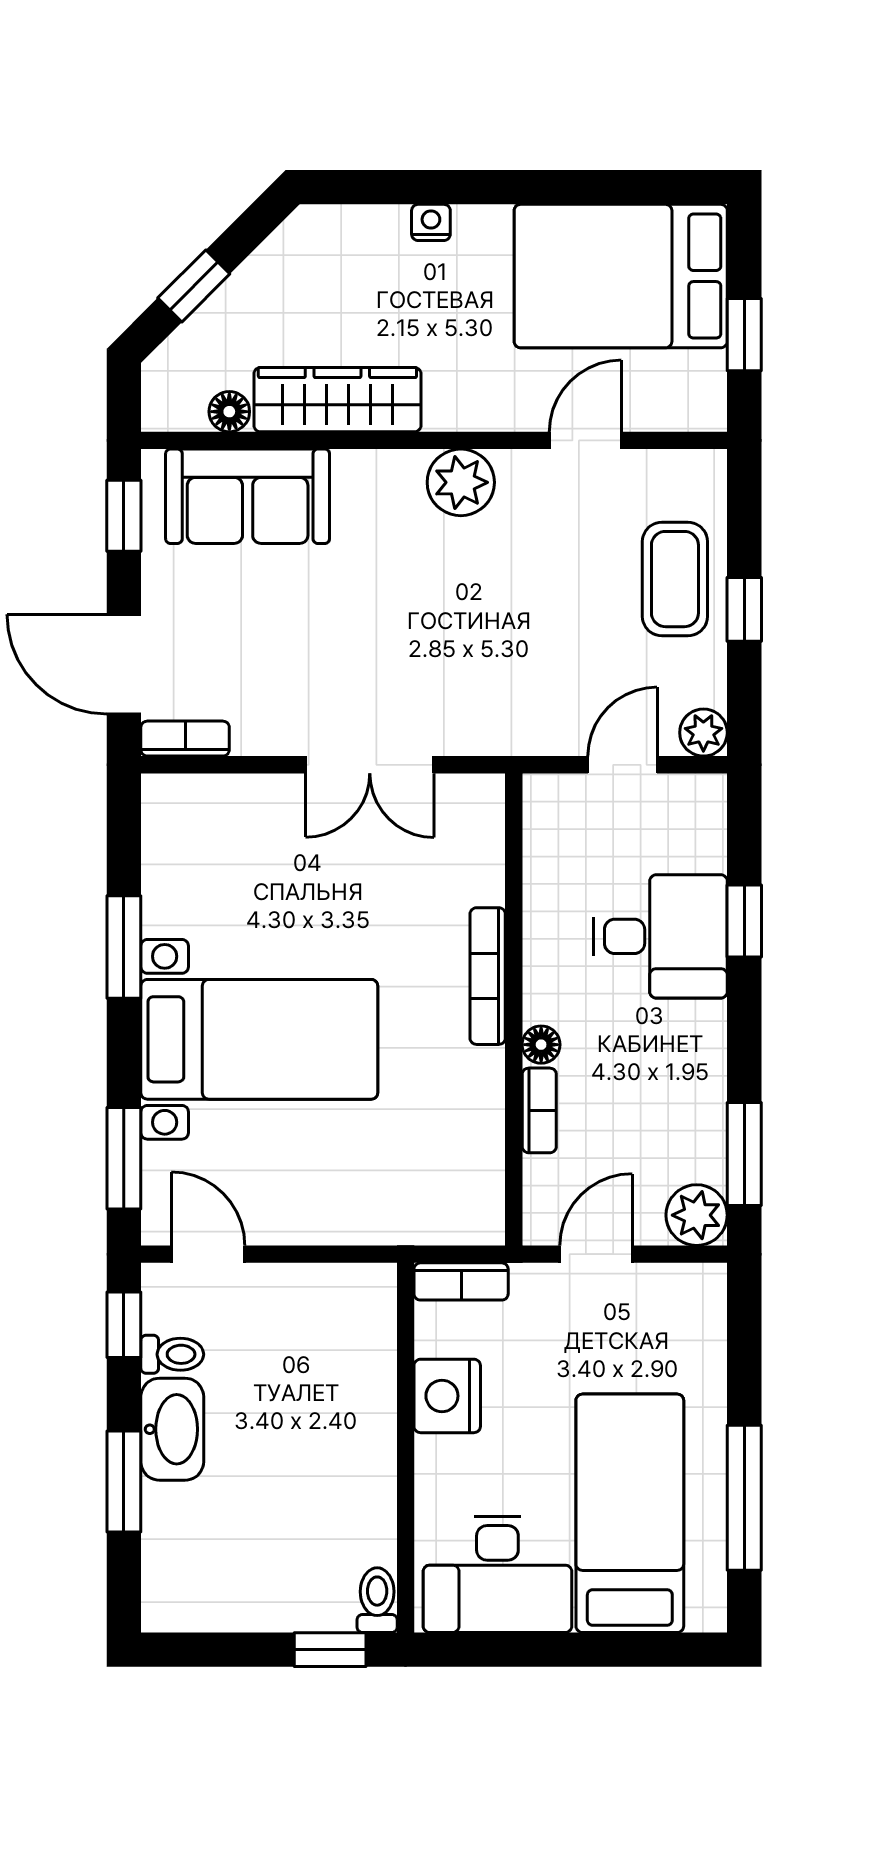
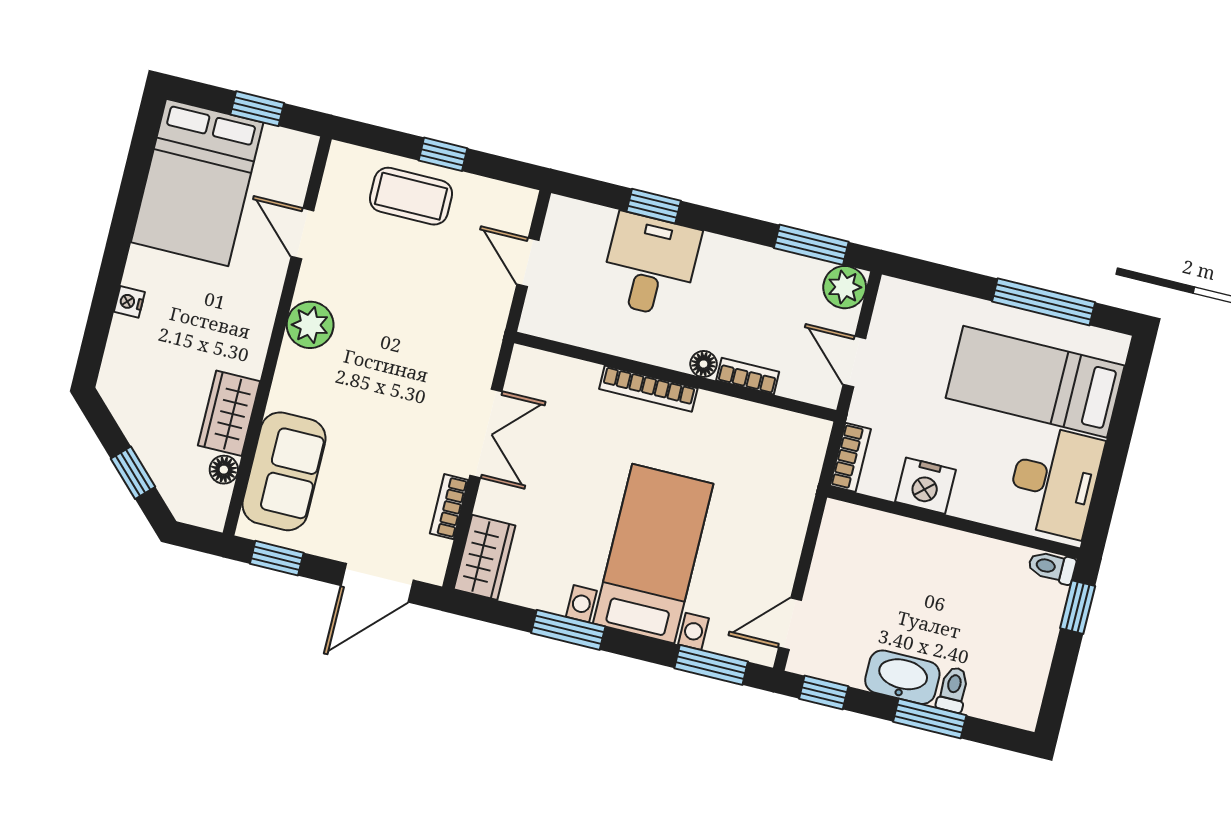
wardrobe: (337, 400) -> (229, 413), width x0.67
plant: (703, 733) -> (520, 202), removed
bookcase: (185, 739) -> (449, 507), moved
wardrobe: (196, 805) -> (485, 557), added
toilet: (172, 1354) -> (953, 690), moved

